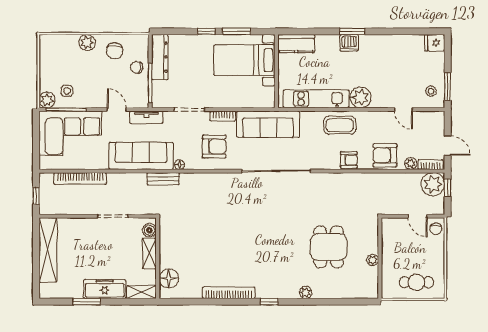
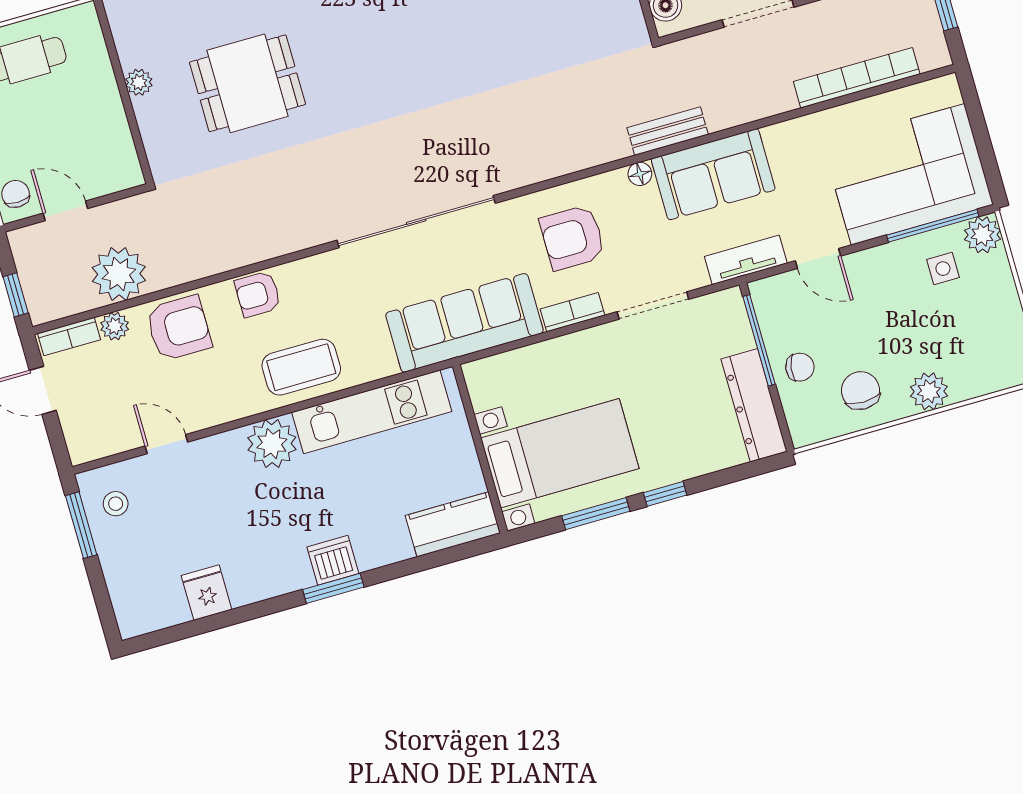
fridge: (435, 43) -> (207, 593), moved, turned -90
sofa: (141, 156) -> (713, 174), width x0.73
plant: (433, 184) -> (119, 274), moved
dining table: (329, 247) -> (248, 83), turned 90

